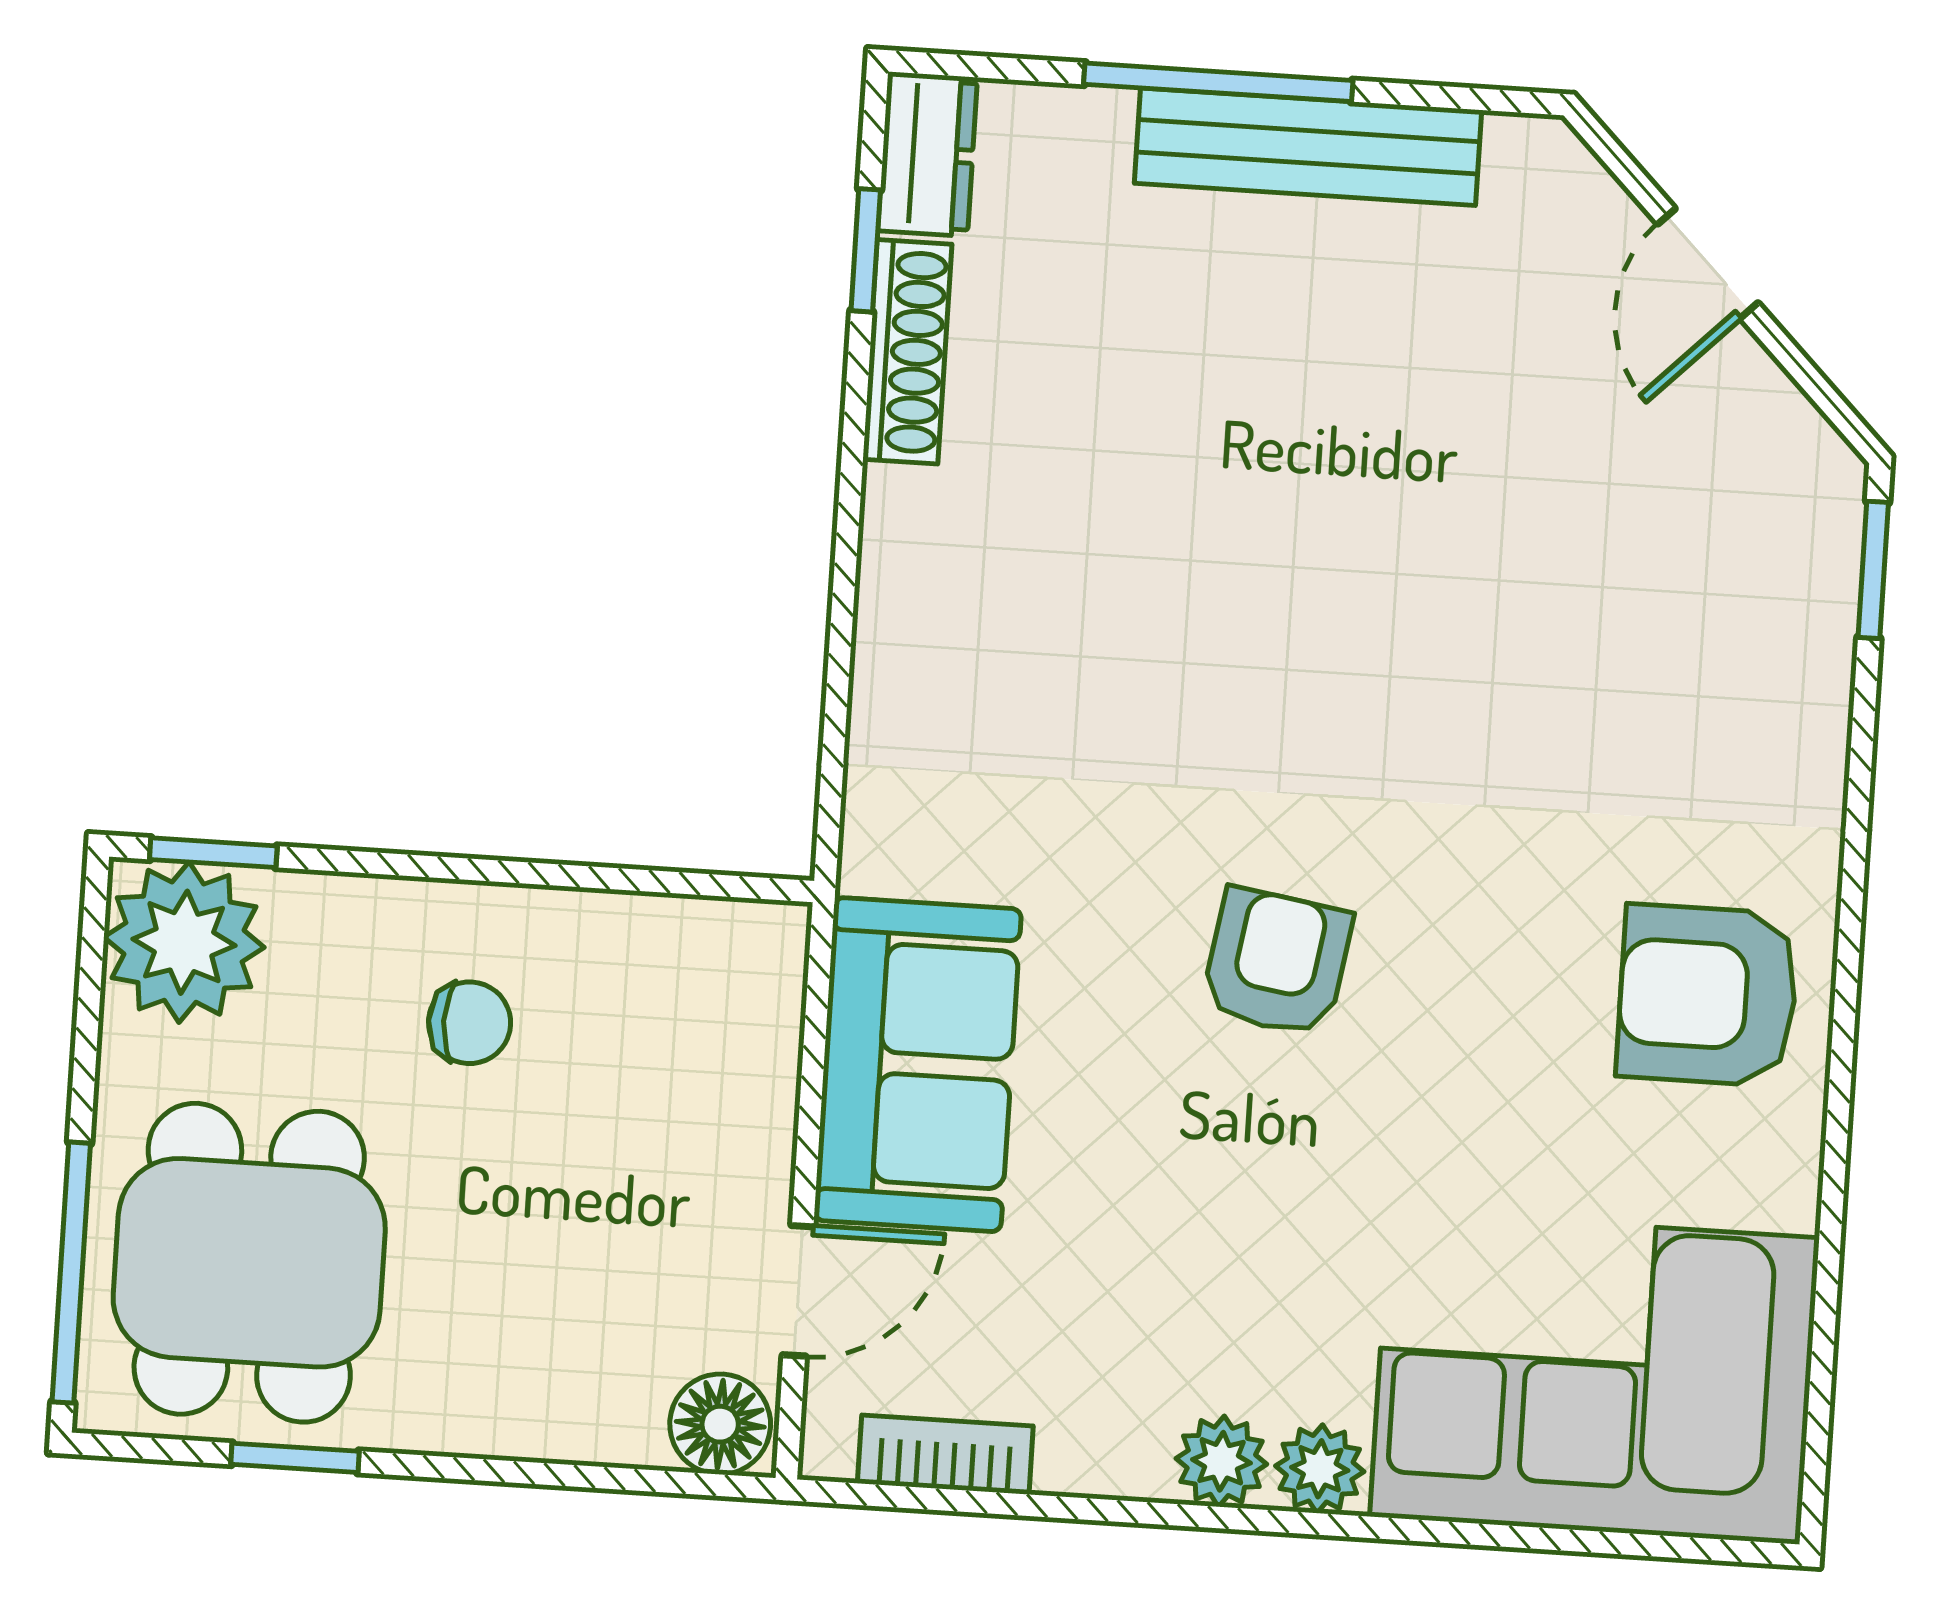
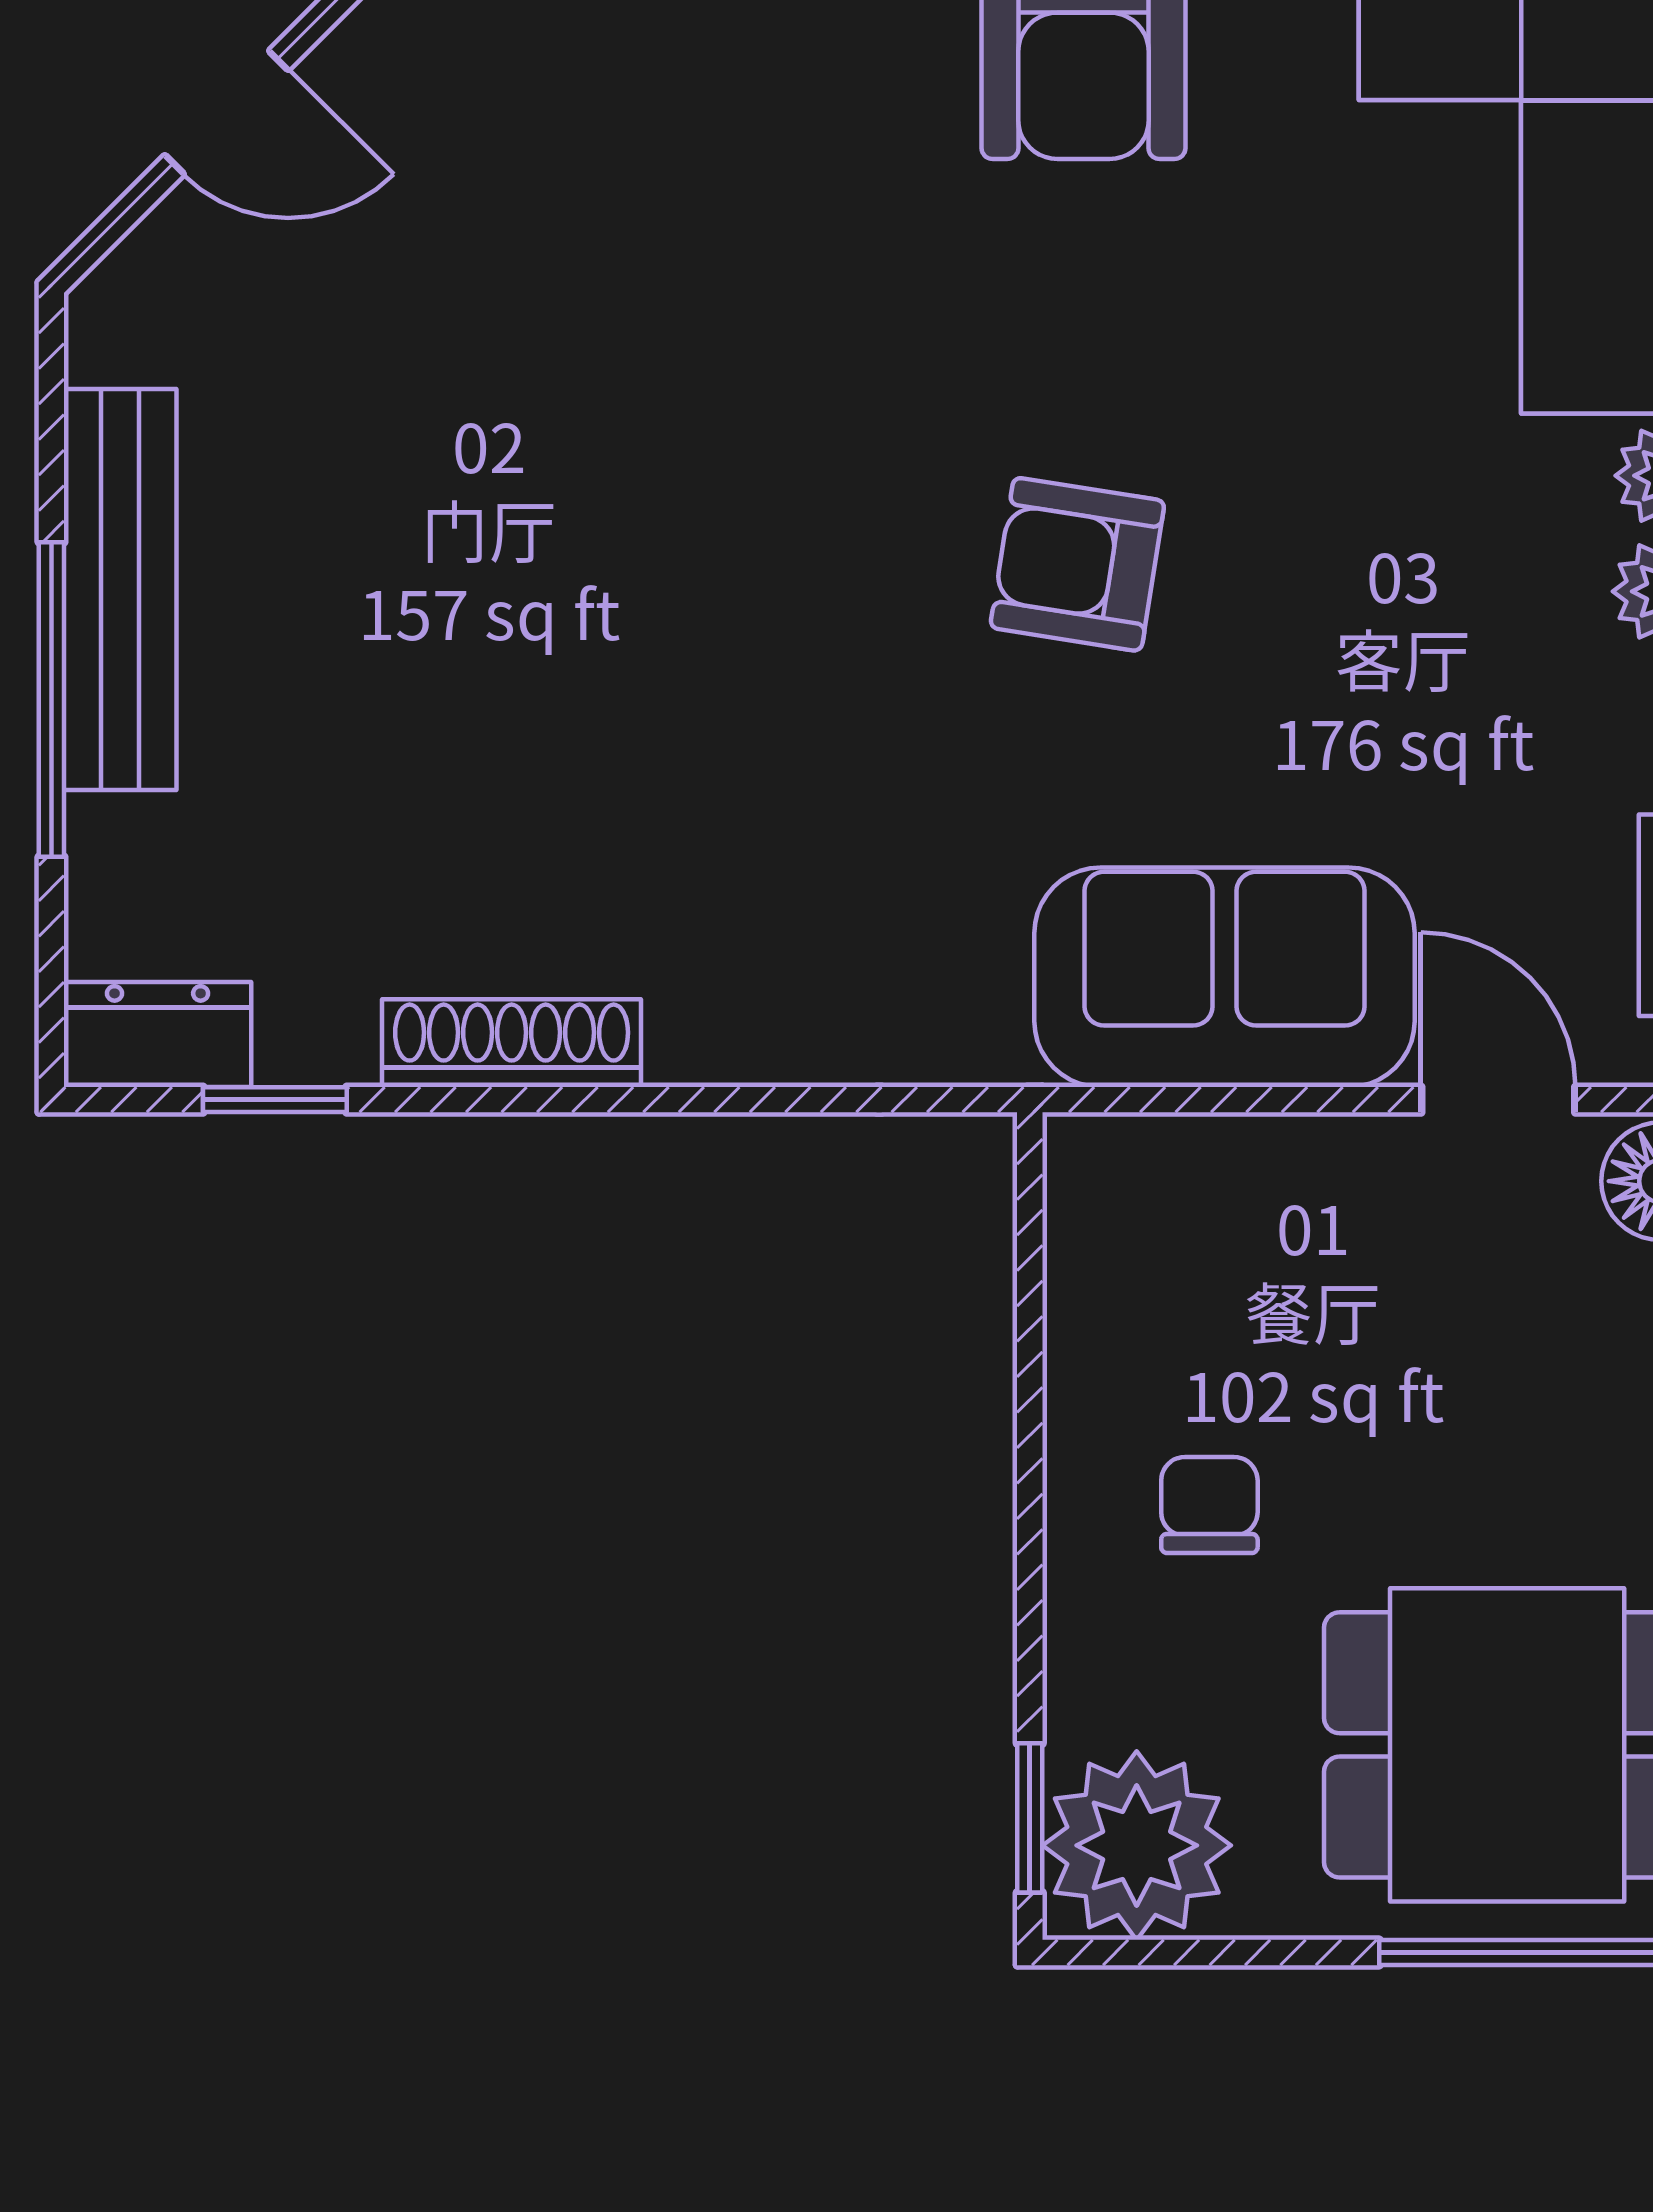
shoe rack: (907, 352) -> (512, 1043), moved

